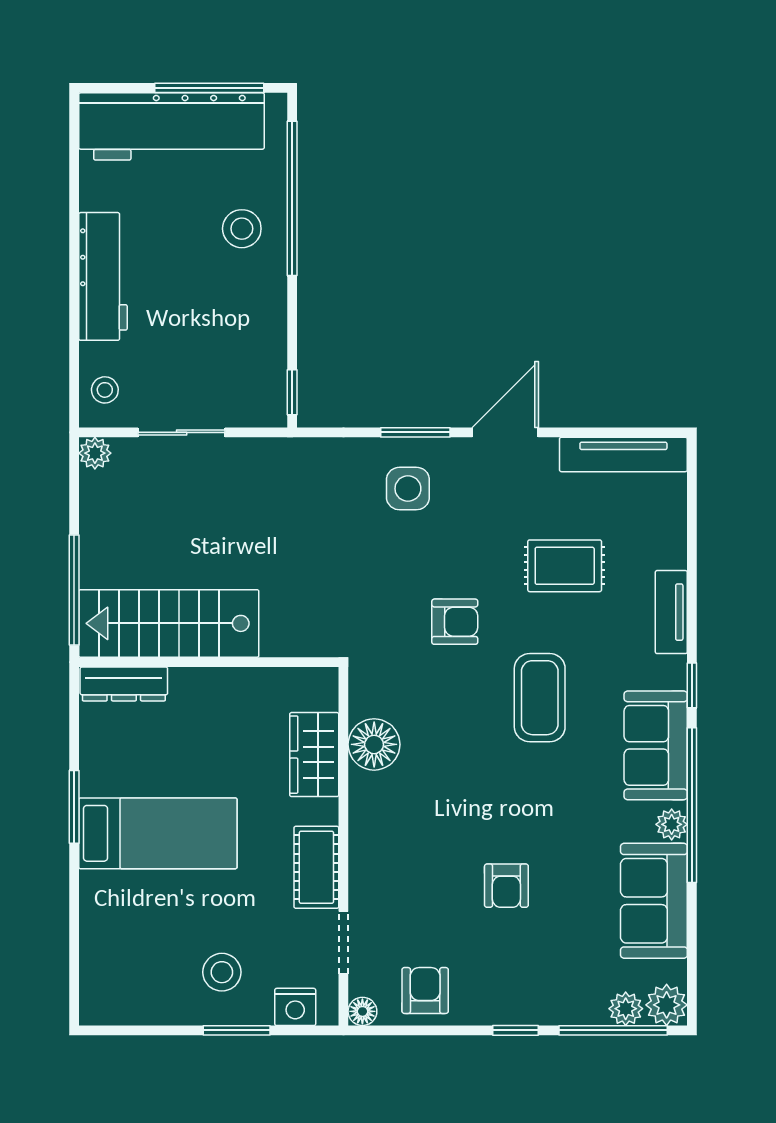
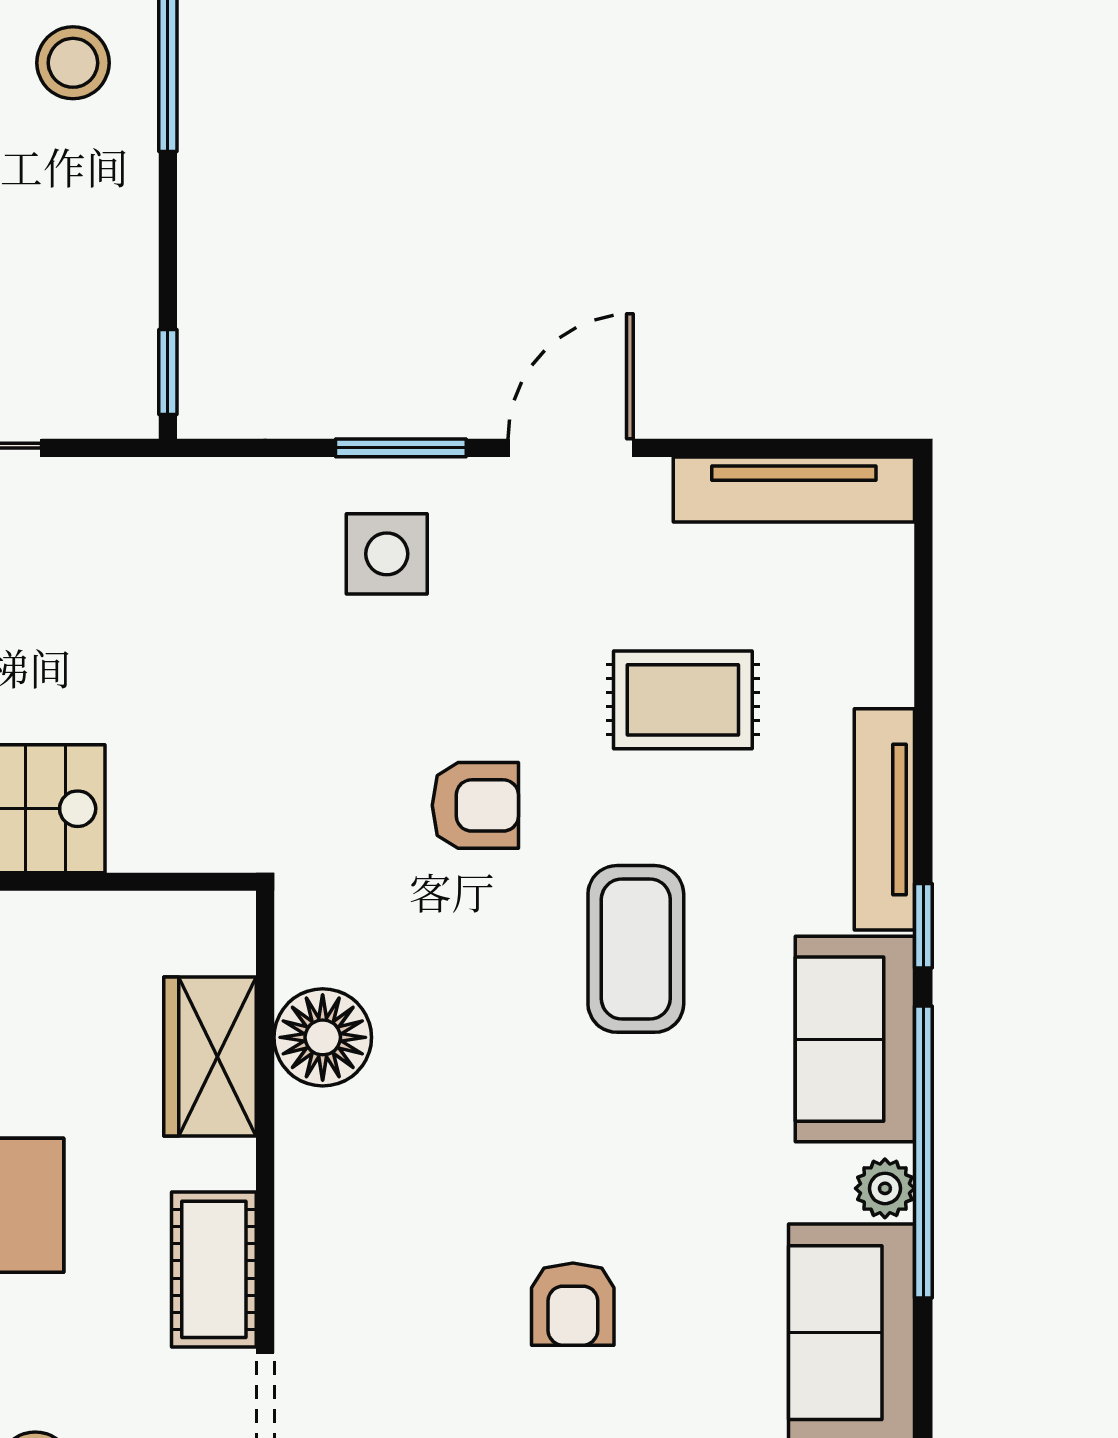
tv unit: (671, 612) -> (884, 819), width x1.41

